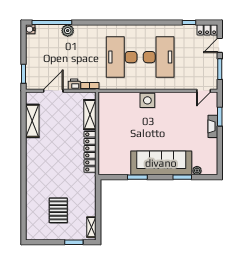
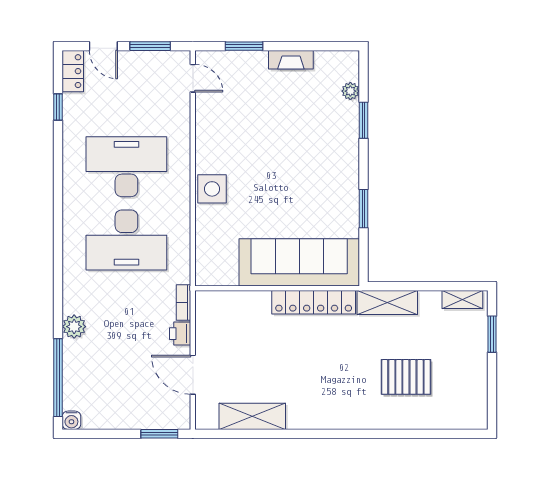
plant: (68, 31) -> (74, 327), moved
shelving: (90, 115) -> (387, 303), moved
fireplace: (213, 126) -> (291, 60), moved
sofa: (161, 163) -> (299, 262), moved, turned 90
pallet: (58, 210) -> (406, 377), moved

